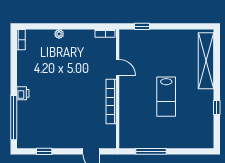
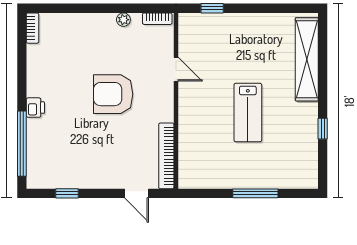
plant: (59, 34) -> (123, 20), moved
armchair: (75, 84) -> (113, 94), added
bookcase: (111, 102) -> (166, 156), moved
window: (151, 151) -> (255, 193), moved

